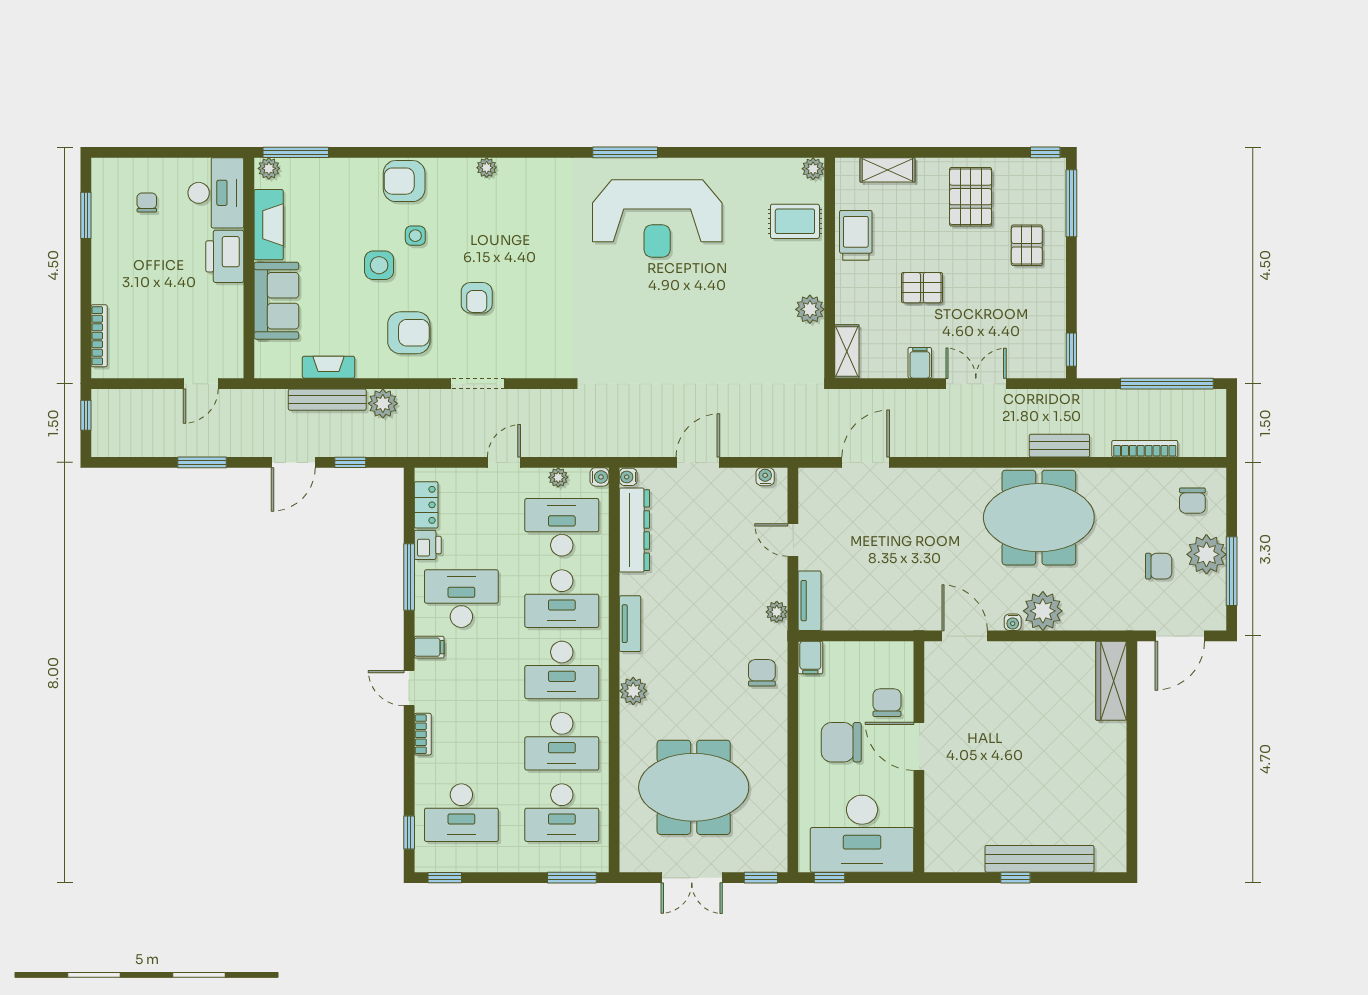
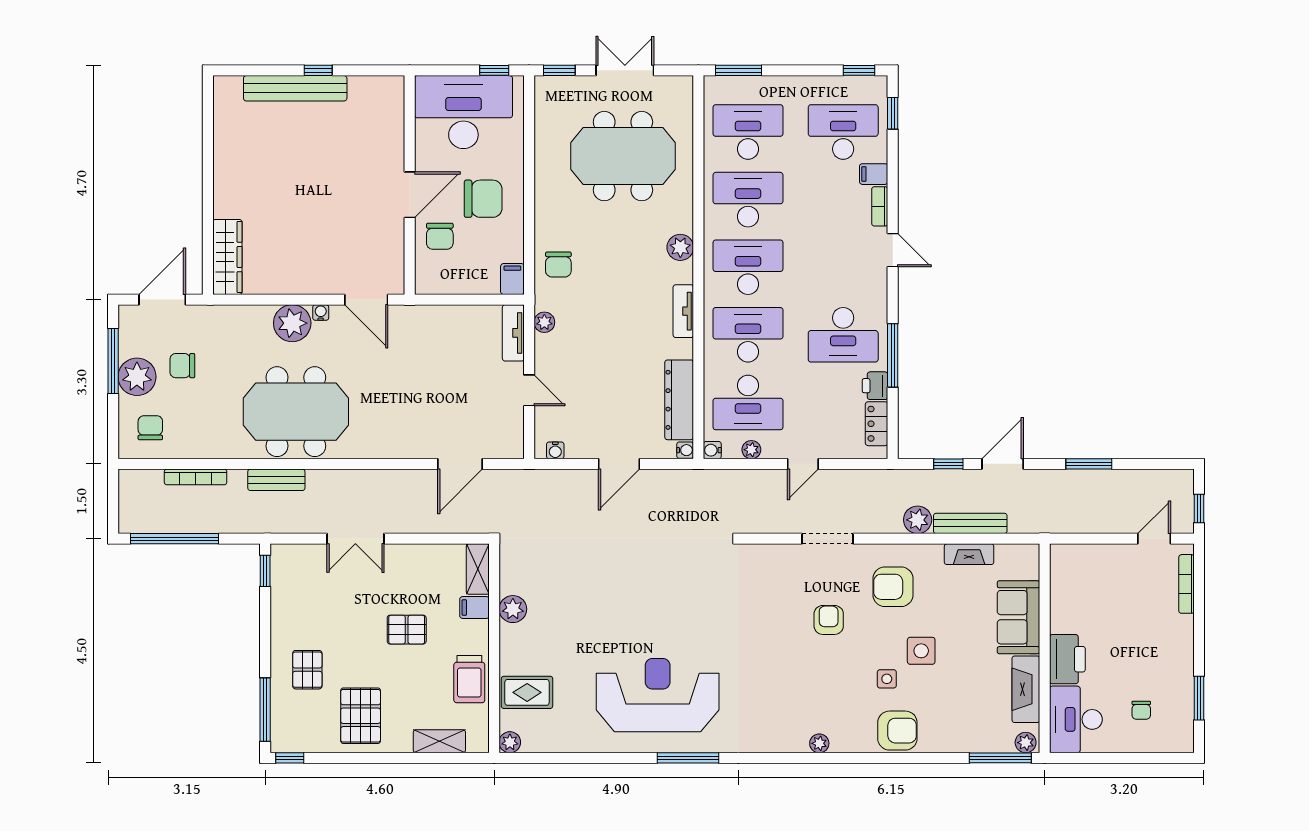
filing cabinet: (920, 363) -> (475, 607), moved, turned 90
door: (201, 384) -> (1154, 539), moved
filing cabinet: (429, 647) -> (874, 174), moved
door: (919, 746) -> (410, 195), hinge flipped

